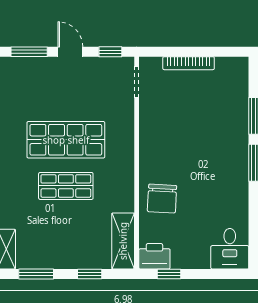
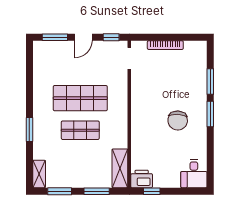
door: (70, 52) -> (83, 37), swing flipped
chair: (162, 199) -> (178, 121), moved
window: (90, 274) -> (97, 191), width x1.50

